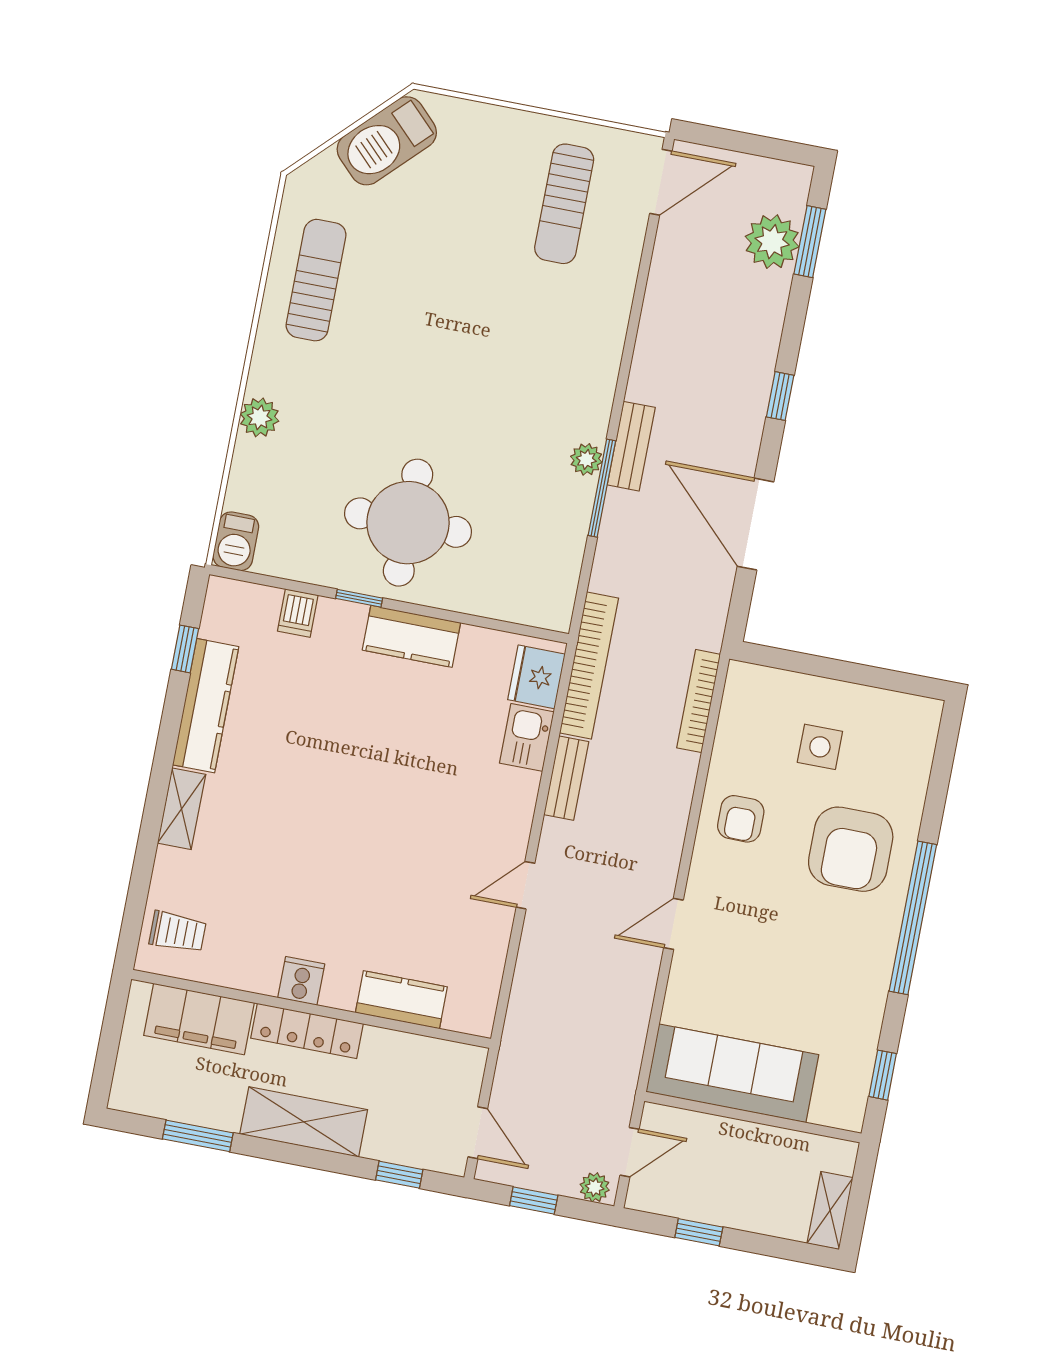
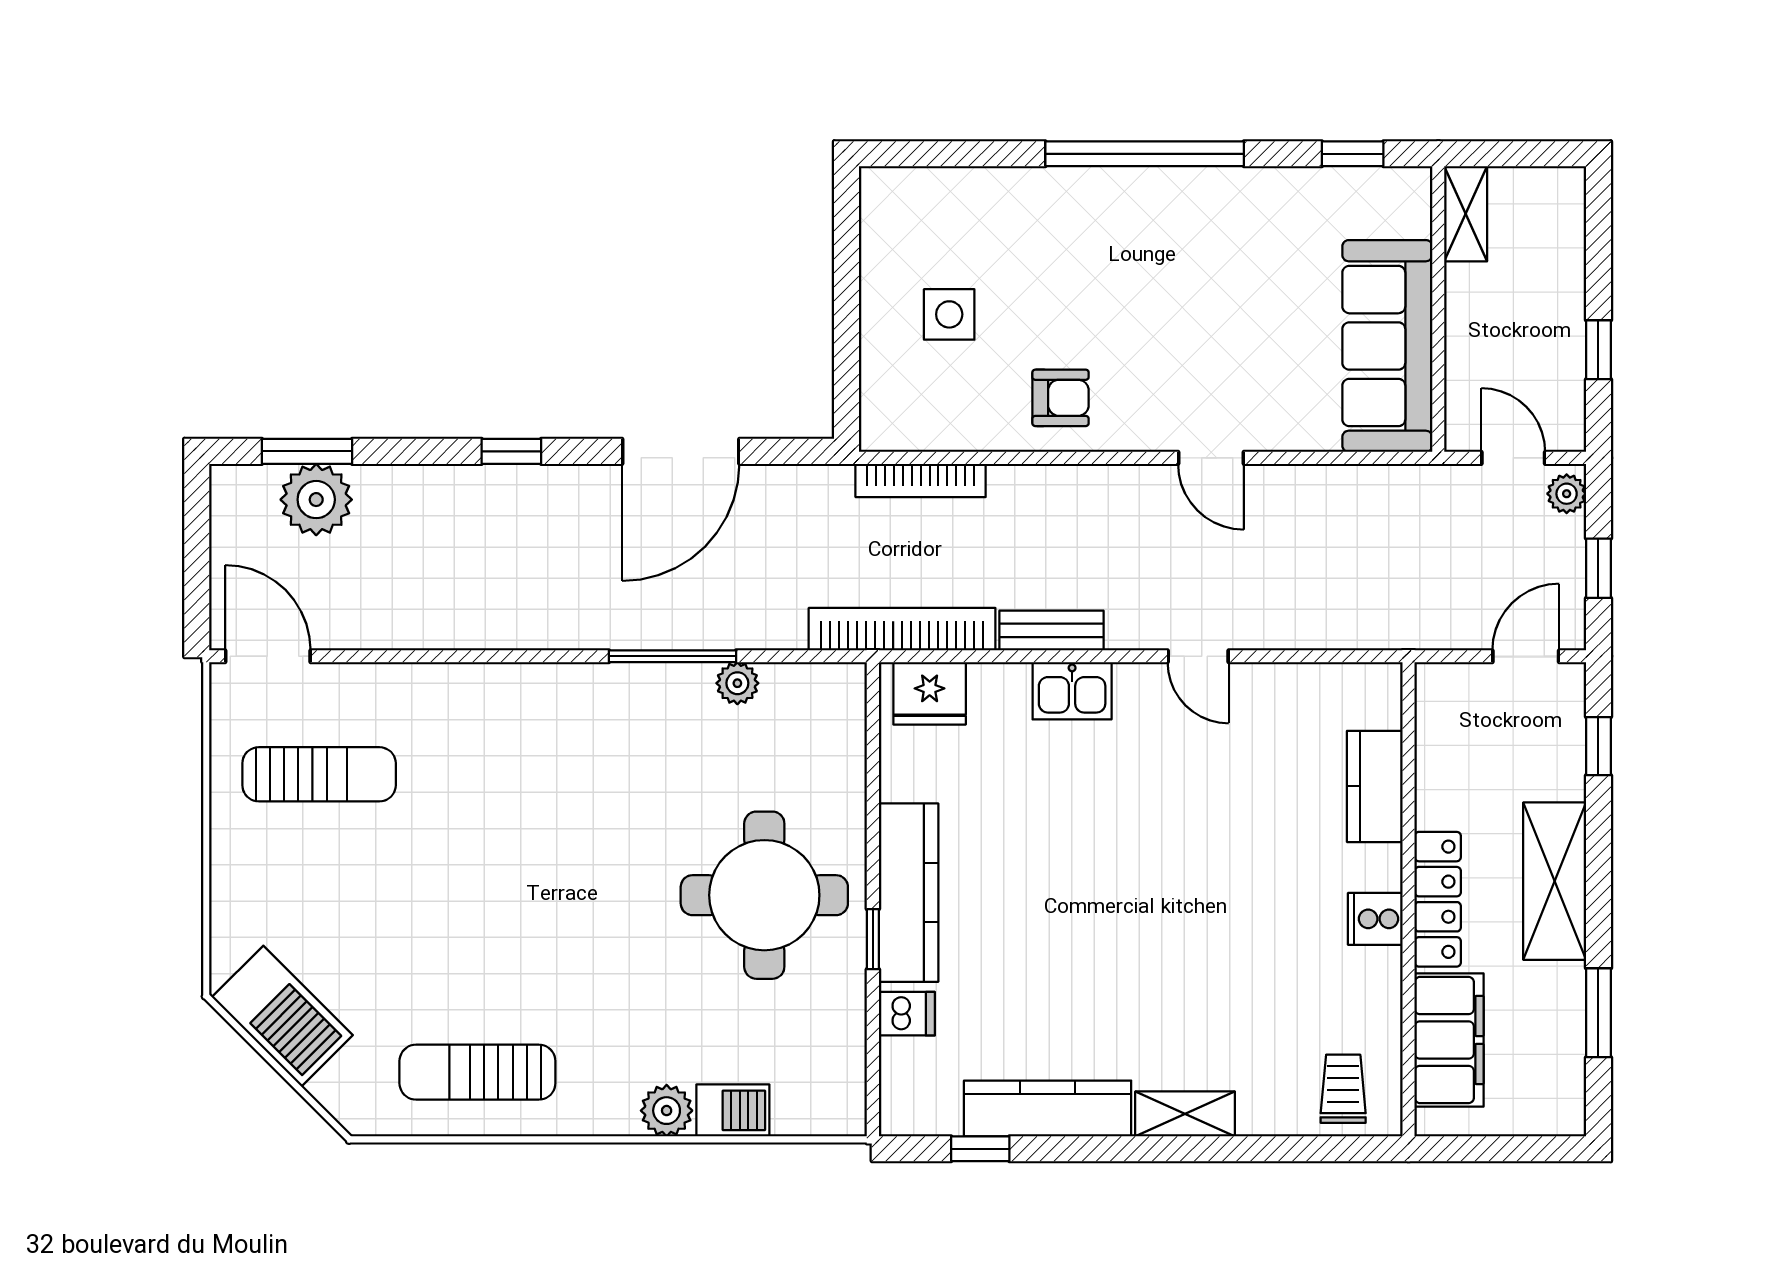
bench: (631, 446) -> (612, 629), removed
plant: (586, 459) -> (737, 683), moved
barbecue: (236, 541) -> (733, 1110), moved
kitchen counter: (411, 636) -> (909, 893), width x1.50
kitchen sink: (527, 737) -> (1072, 691), moved
armchair: (851, 849) -> (1072, 250), removed
shelving: (830, 1211) -> (1466, 214), moved, turned 90

